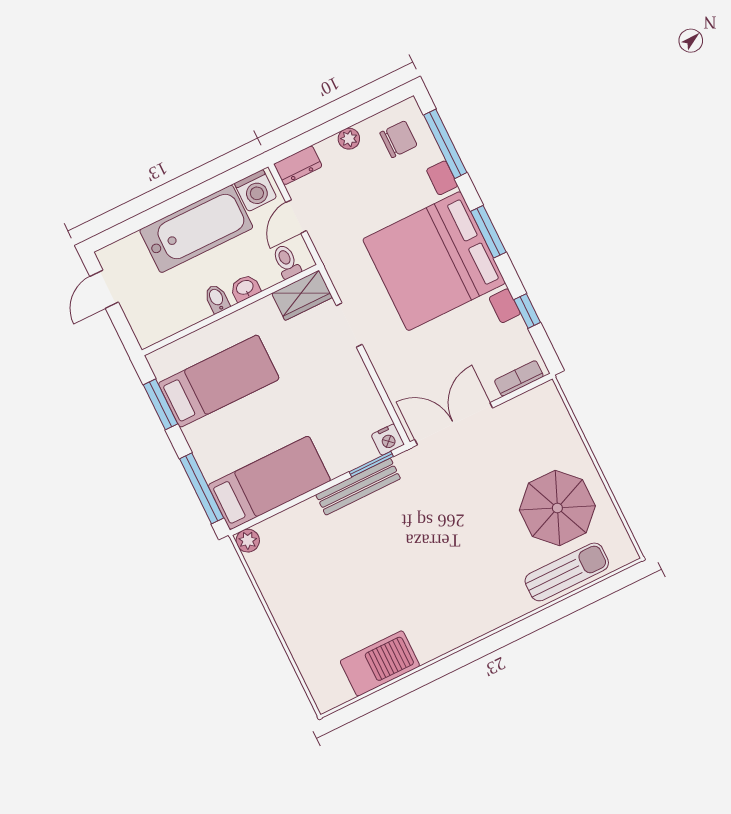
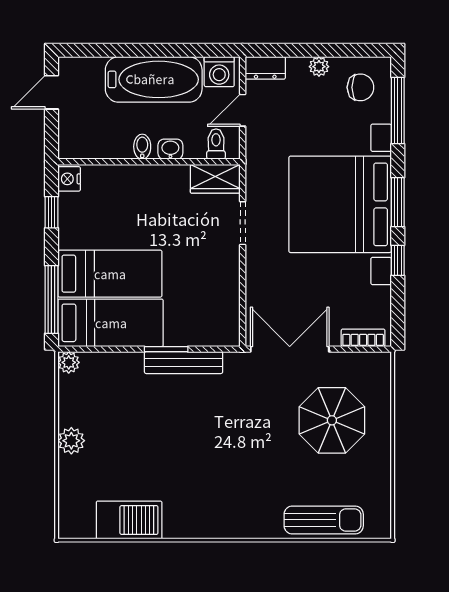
window: (527, 311) -> (398, 260), moved
bed: (219, 381) -> (110, 274), moved
window: (161, 404) -> (51, 212), width x0.67
nightstand: (388, 440) -> (69, 179), moved, turned 90
window: (371, 464) -> (166, 349), moved
parasol: (557, 508) -> (332, 420), moved
plant: (287, 615) -> (71, 441), added

